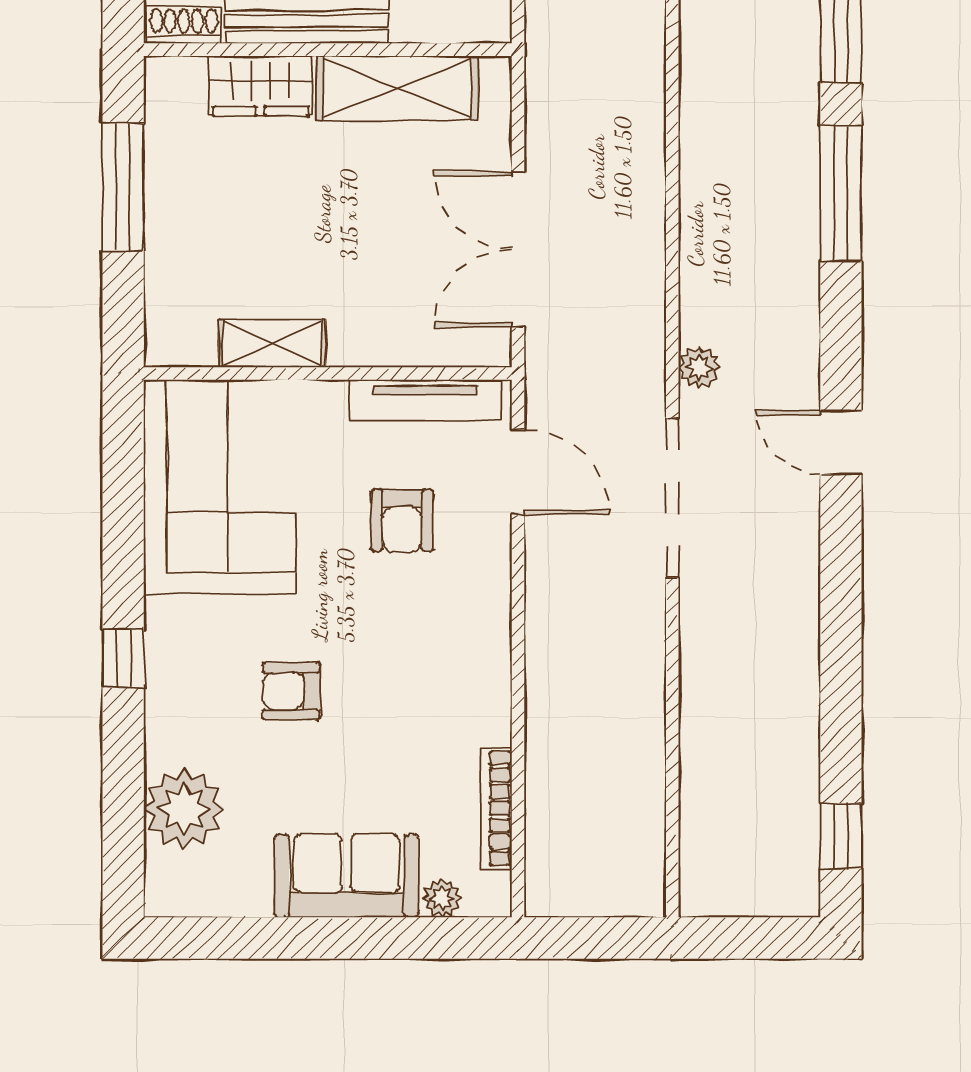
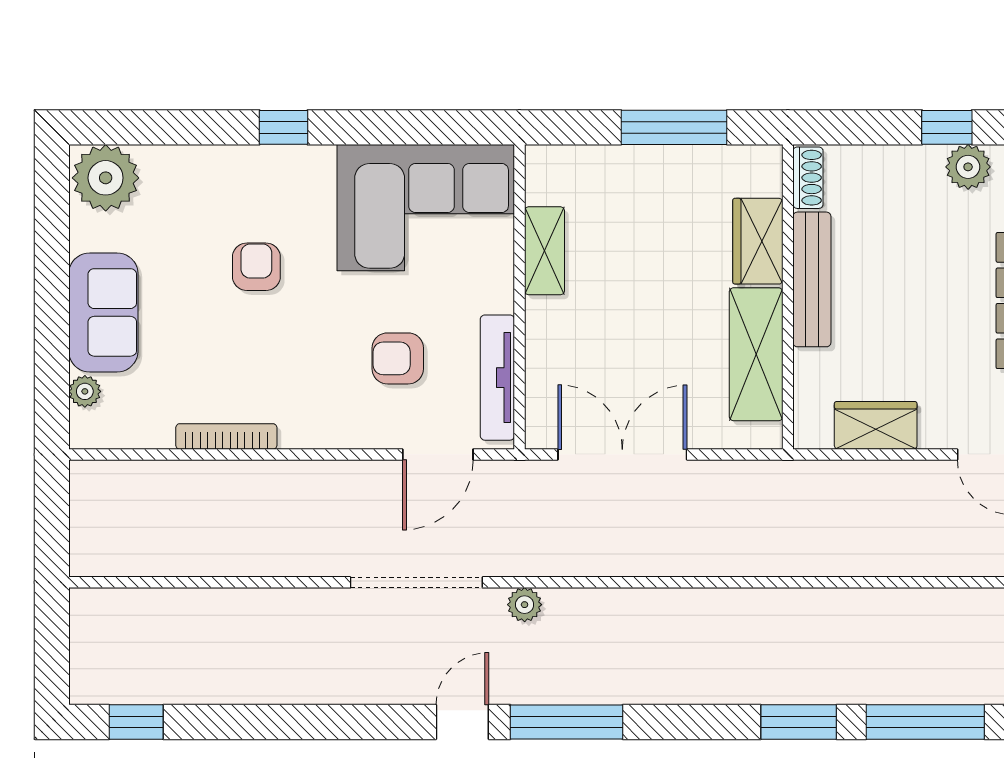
window: (841, 193) -> (566, 722), moved
bookcase: (496, 808) -> (226, 436), moved
plant: (184, 809) -> (106, 178), moved

